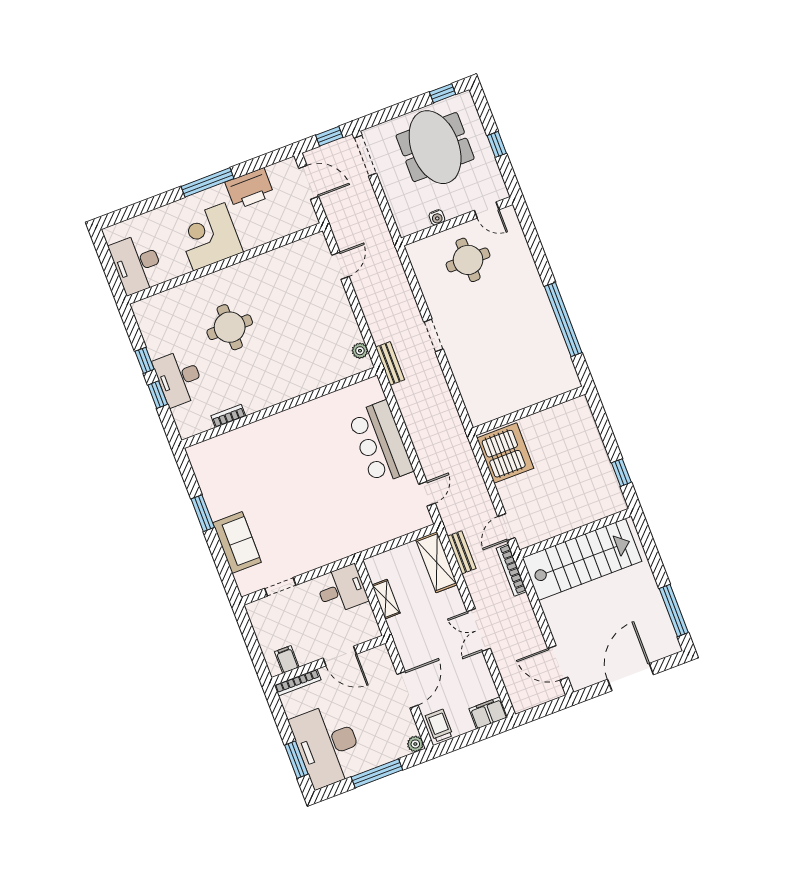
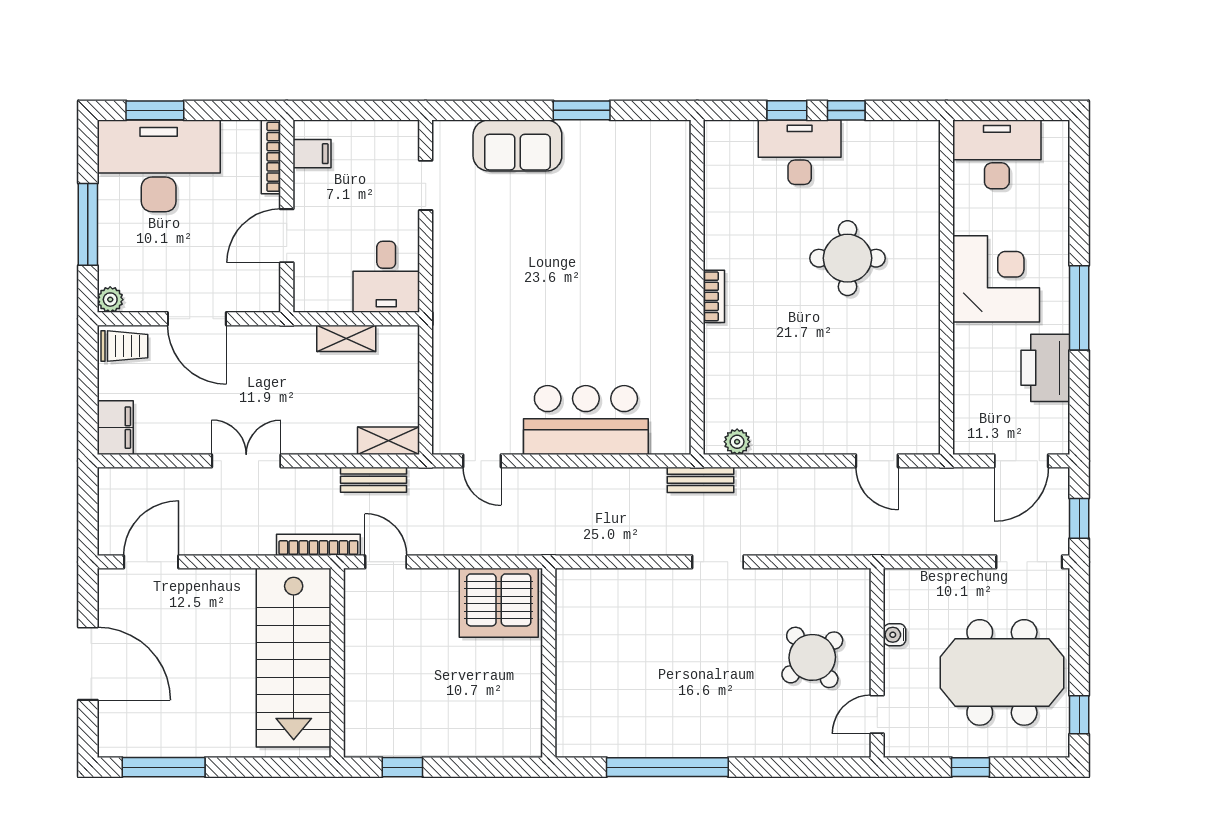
round table: (468, 260) -> (812, 657), turned -38
bookcase: (228, 416) -> (714, 296), moved
shelving: (437, 562) -> (388, 441), width x0.67, depth x0.75

